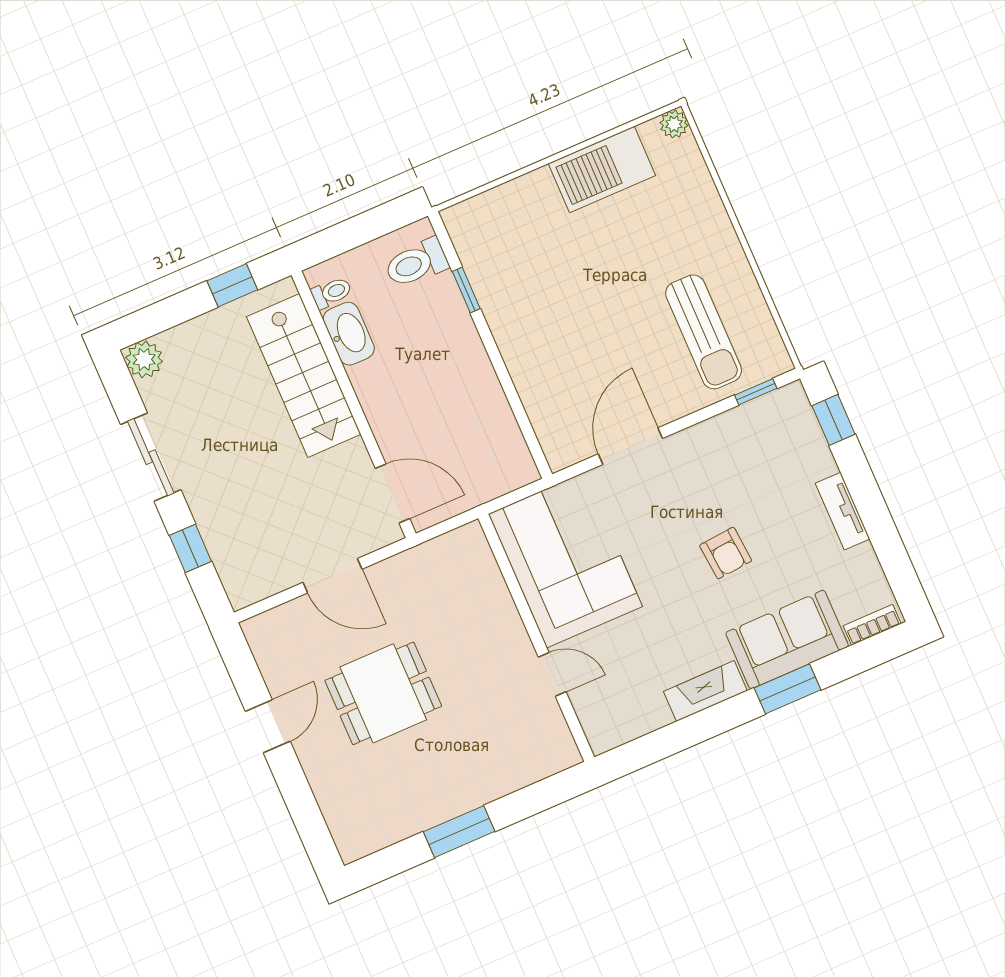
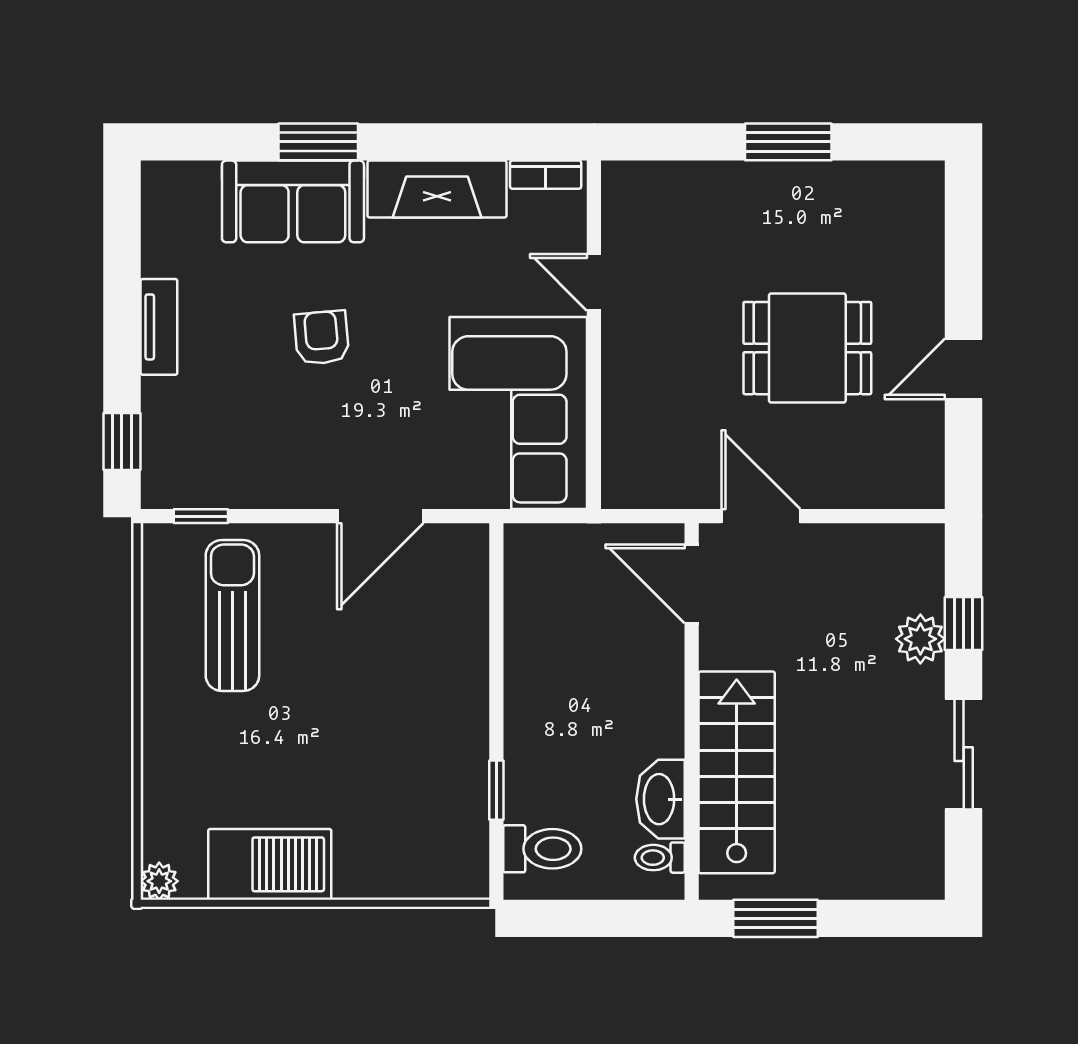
window: (232, 285) -> (775, 918), width x1.50
plant: (144, 359) -> (920, 639), moved
door: (333, 576) -> (761, 516), moved
bookcase: (872, 625) -> (546, 175), moved
fireplace: (705, 691) -> (437, 189), width x1.37, depth x1.32

